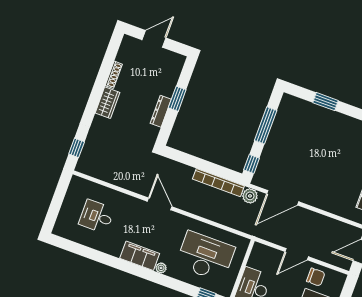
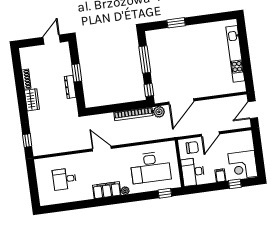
door: (154, 39) -> (52, 40), moved
desk: (205, 256) -> (151, 167), turned 180
chair: (316, 277) -> (192, 148), moved

